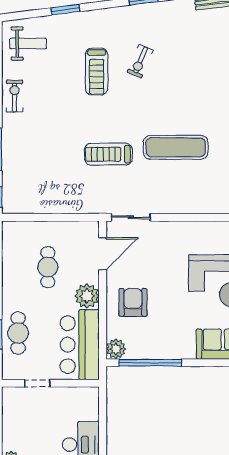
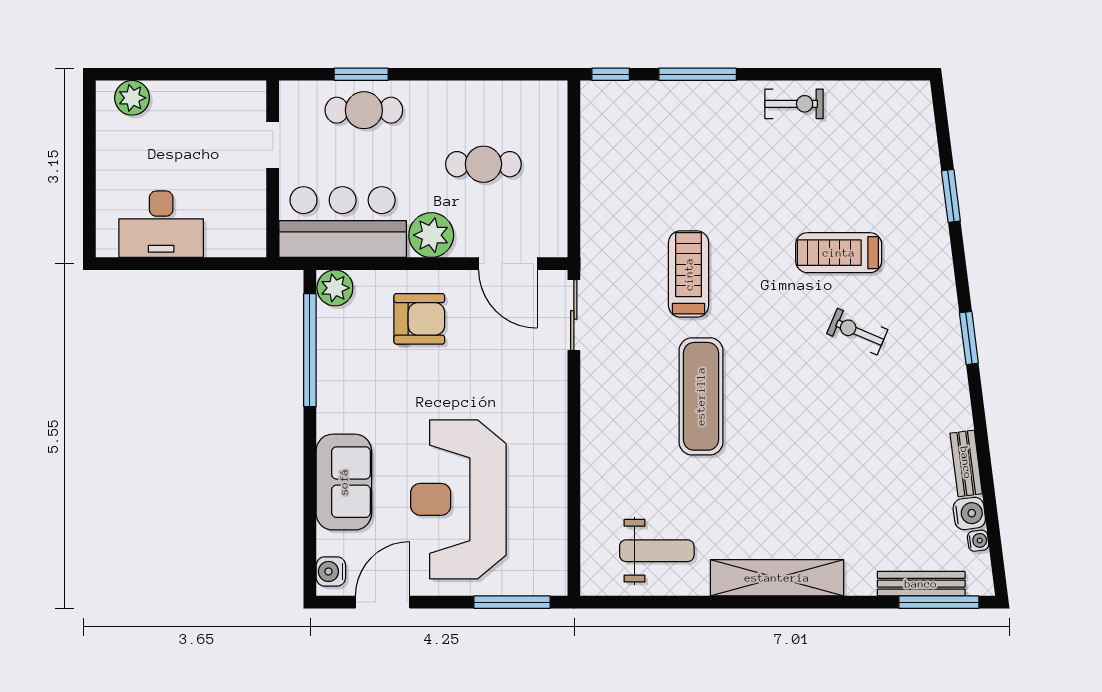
weight bench: (28, 43) -> (890, 128), removed

